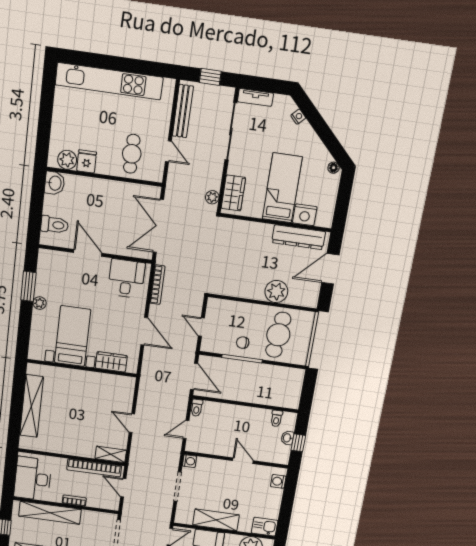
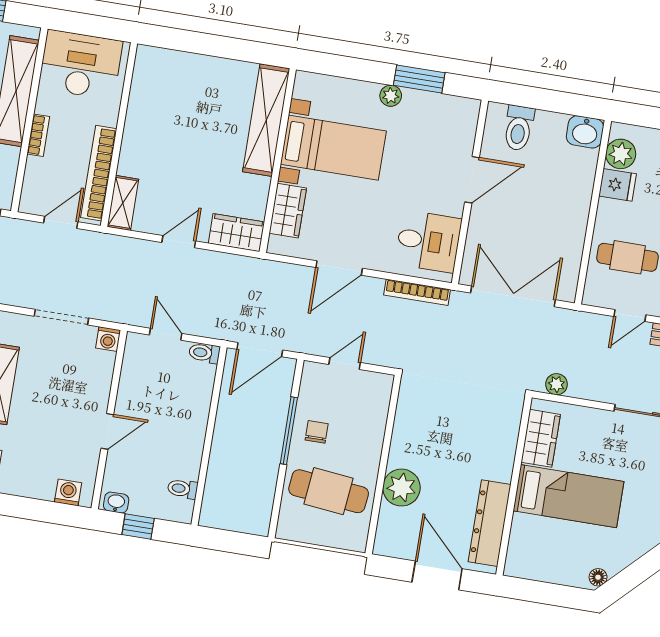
wardrobe: (233, 193) -> (541, 438), moved, turned -90
nightstand: (305, 215) -> (525, 533), removed
wardrobe: (125, 391) -> (236, 233), added
shelving: (31, 406) -> (266, 120), moved, turned 90
washbasin: (287, 438) -> (116, 503), moved

